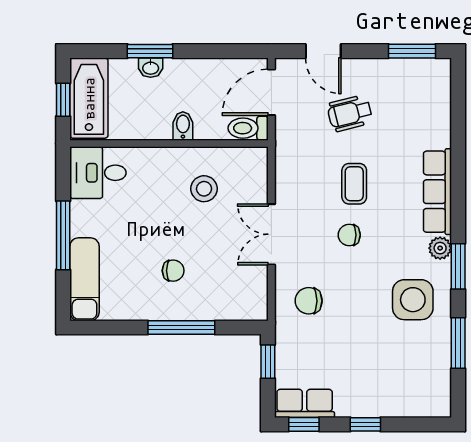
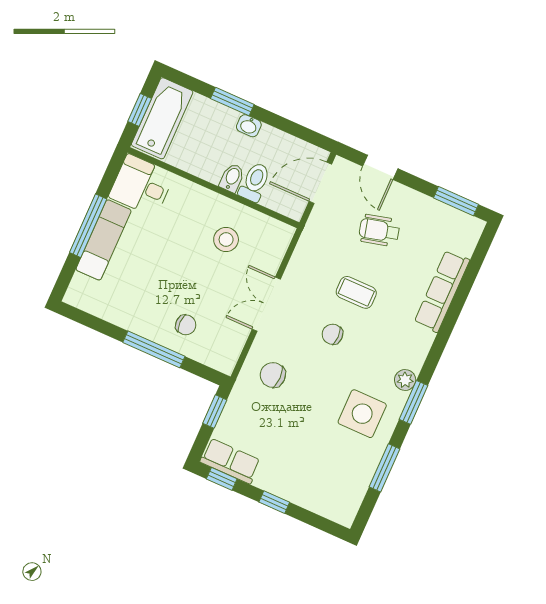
washbasin: (151, 68) -> (249, 126), moved
toilet: (248, 128) -> (255, 182), moved, turned 90
coffee table: (354, 184) -> (356, 292), turned 90
row of seats: (437, 192) -> (442, 291), moved
chair: (173, 271) -> (186, 325), moved
exam couch: (84, 279) -> (104, 240), moved

